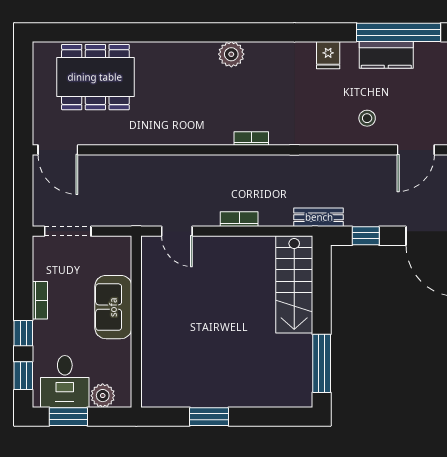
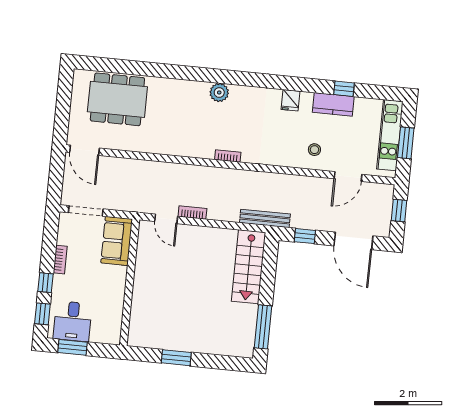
window: (399, 32) -> (344, 89), width x0.32
bench: (319, 217) -> (265, 218), width x1.36
bookcase: (239, 219) -> (192, 213), moved
sofa: (113, 307) -> (117, 241), moved
plant: (103, 396) -> (99, 334), removed

